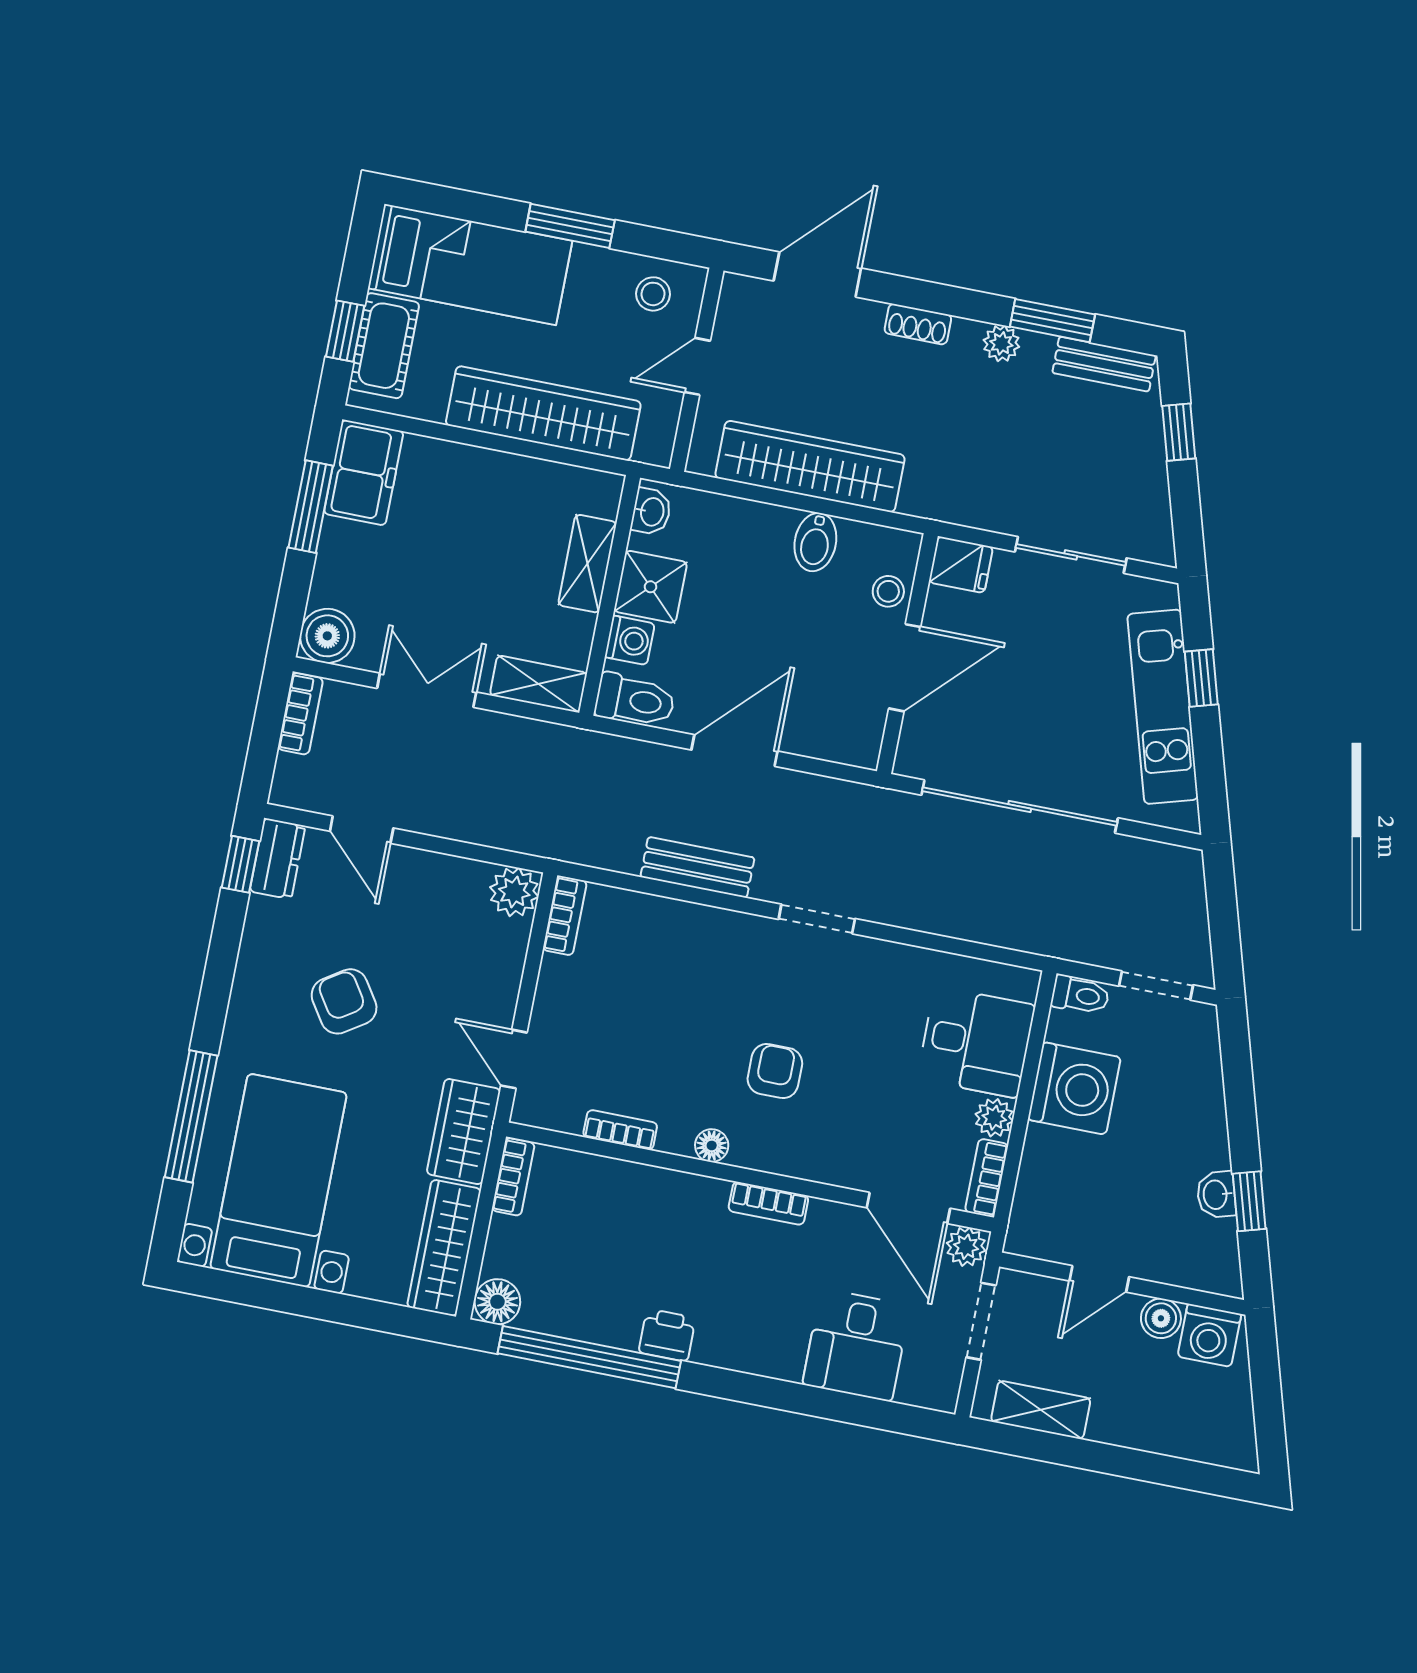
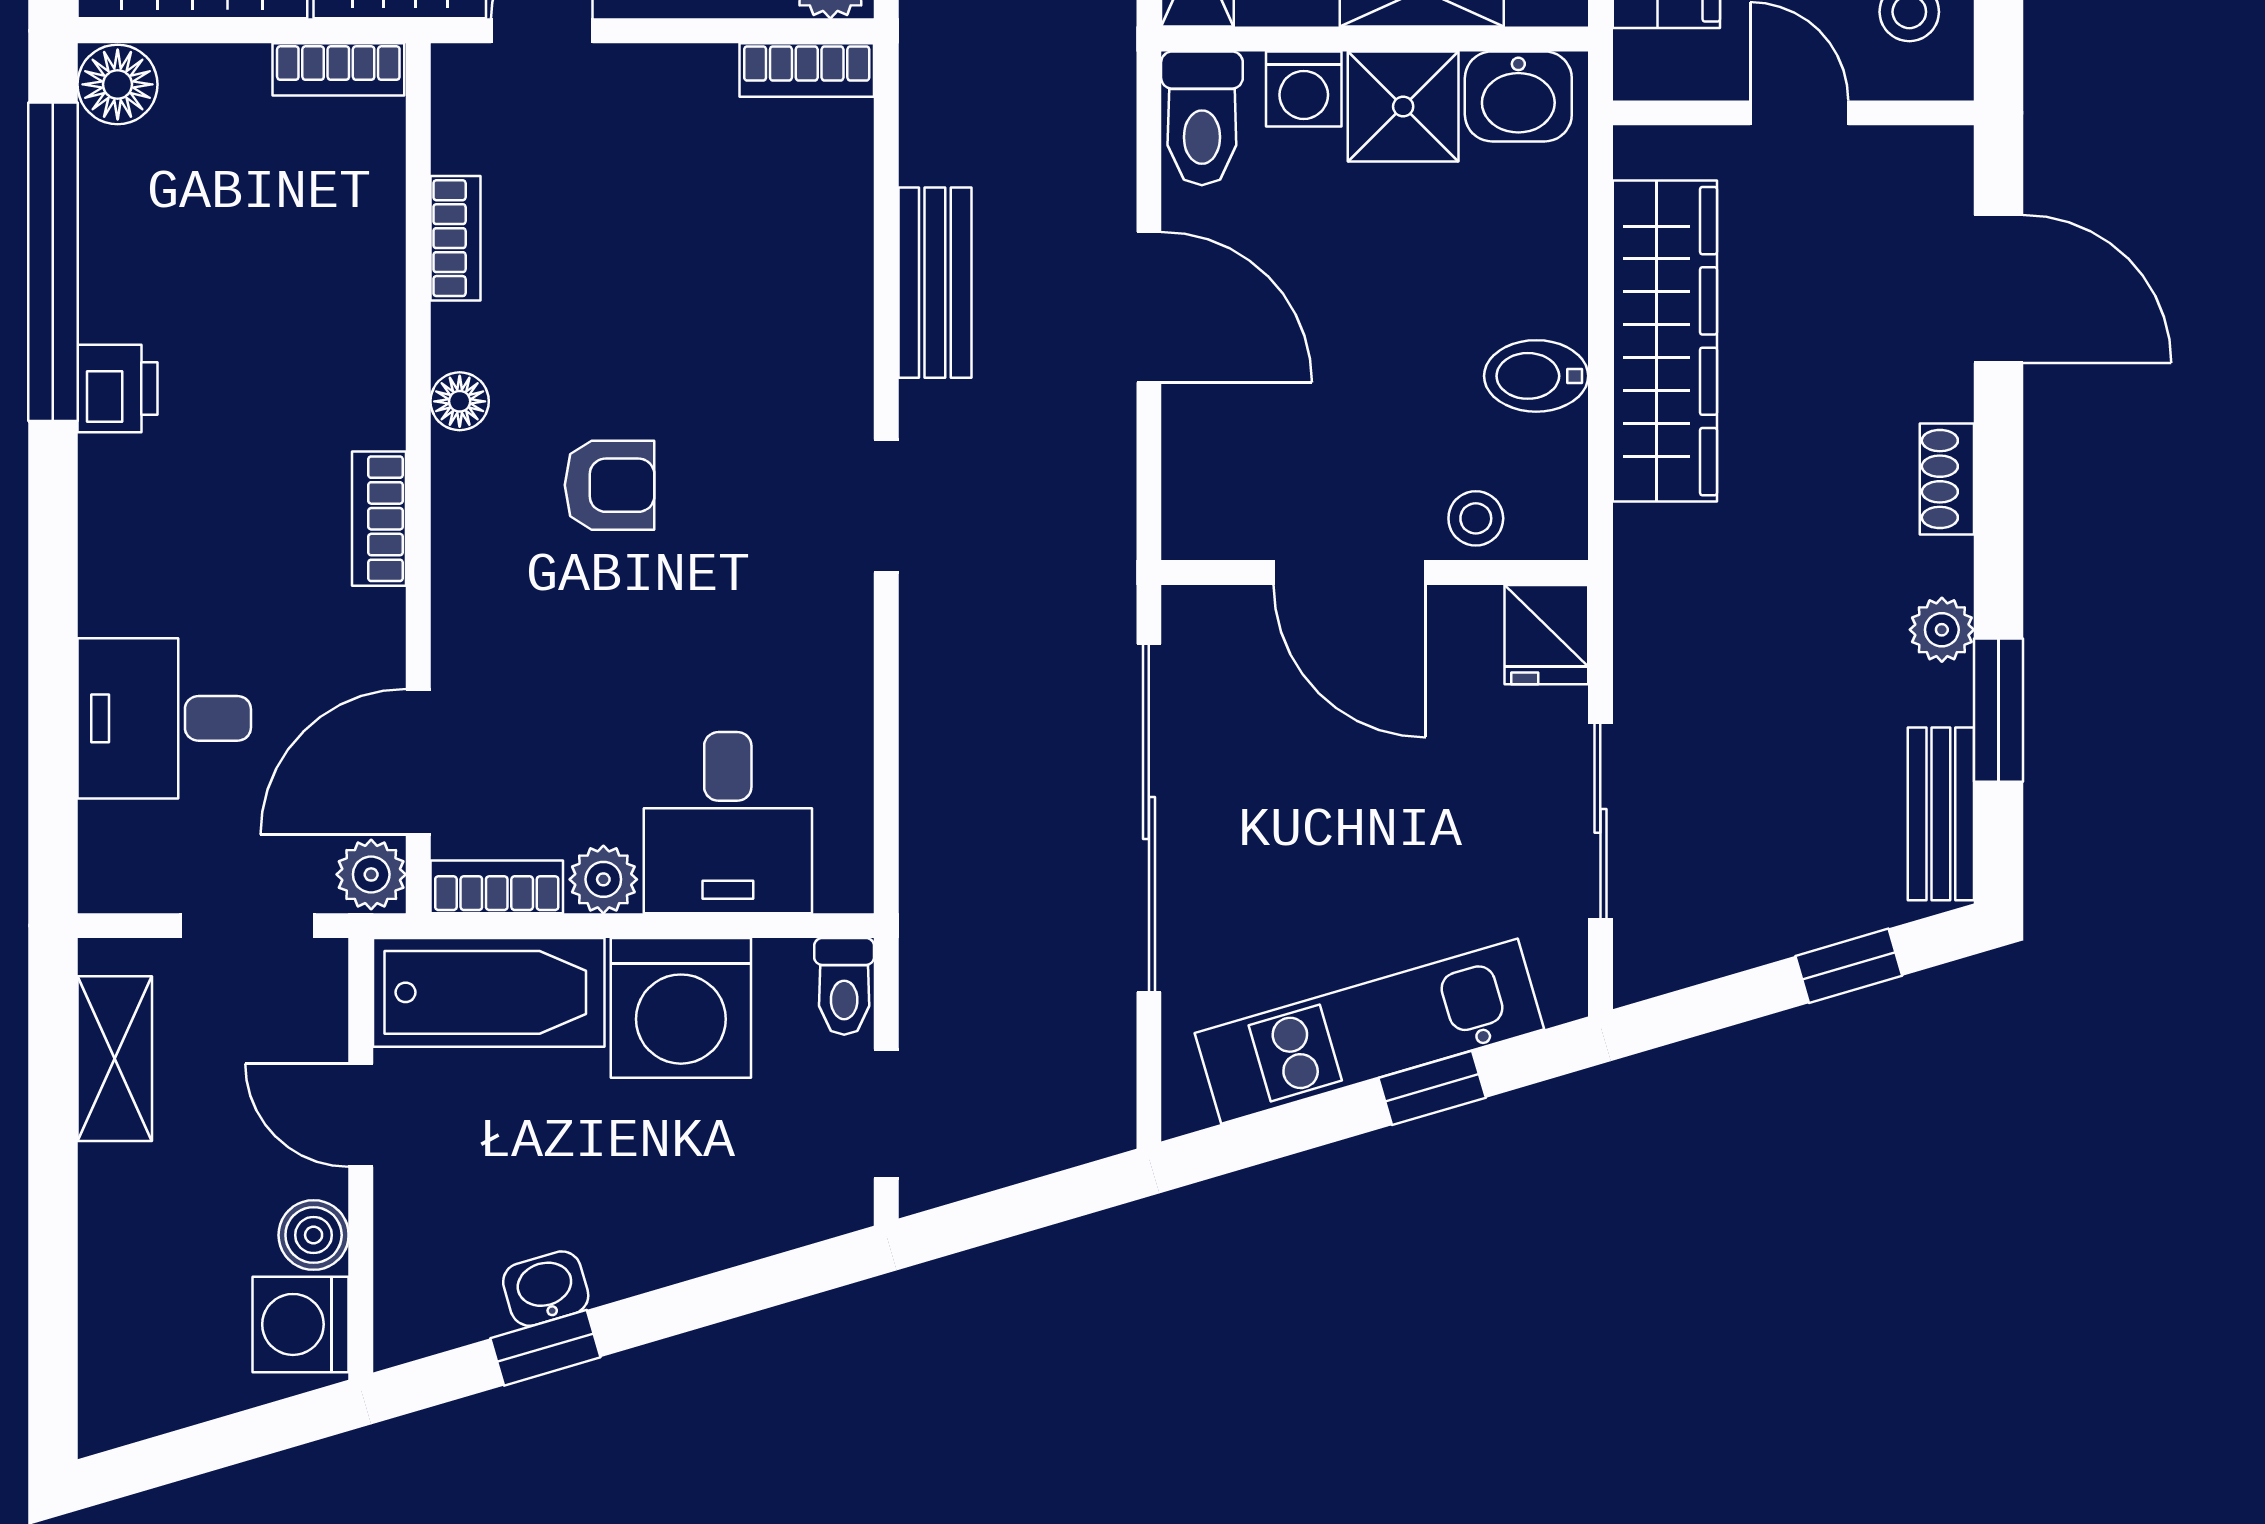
washbasin: (651, 512) -> (1518, 96), width x1.38, depth x1.45
bathtub: (1045, 1194) -> (489, 992), added

